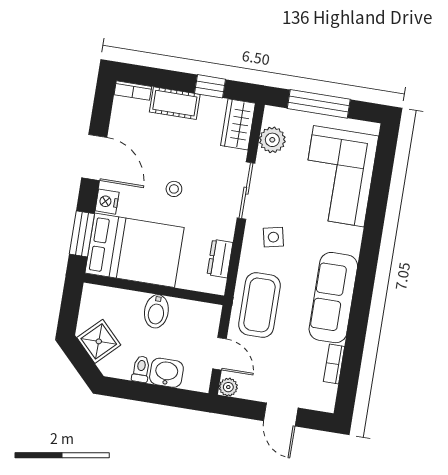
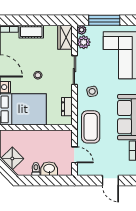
window: (210, 86) -> (48, 20), removed
bidet: (156, 311) -> (39, 139), removed
plant: (228, 387) -> (82, 30), moved

